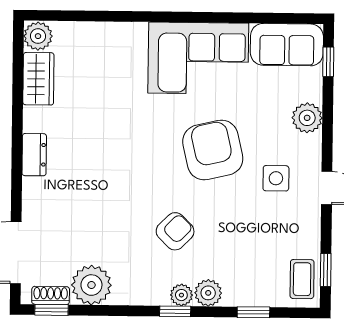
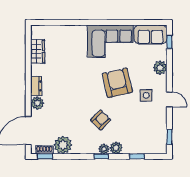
plant: (38, 36) -> (37, 103), moved
coffee table: (302, 279) -> (159, 141), removed

